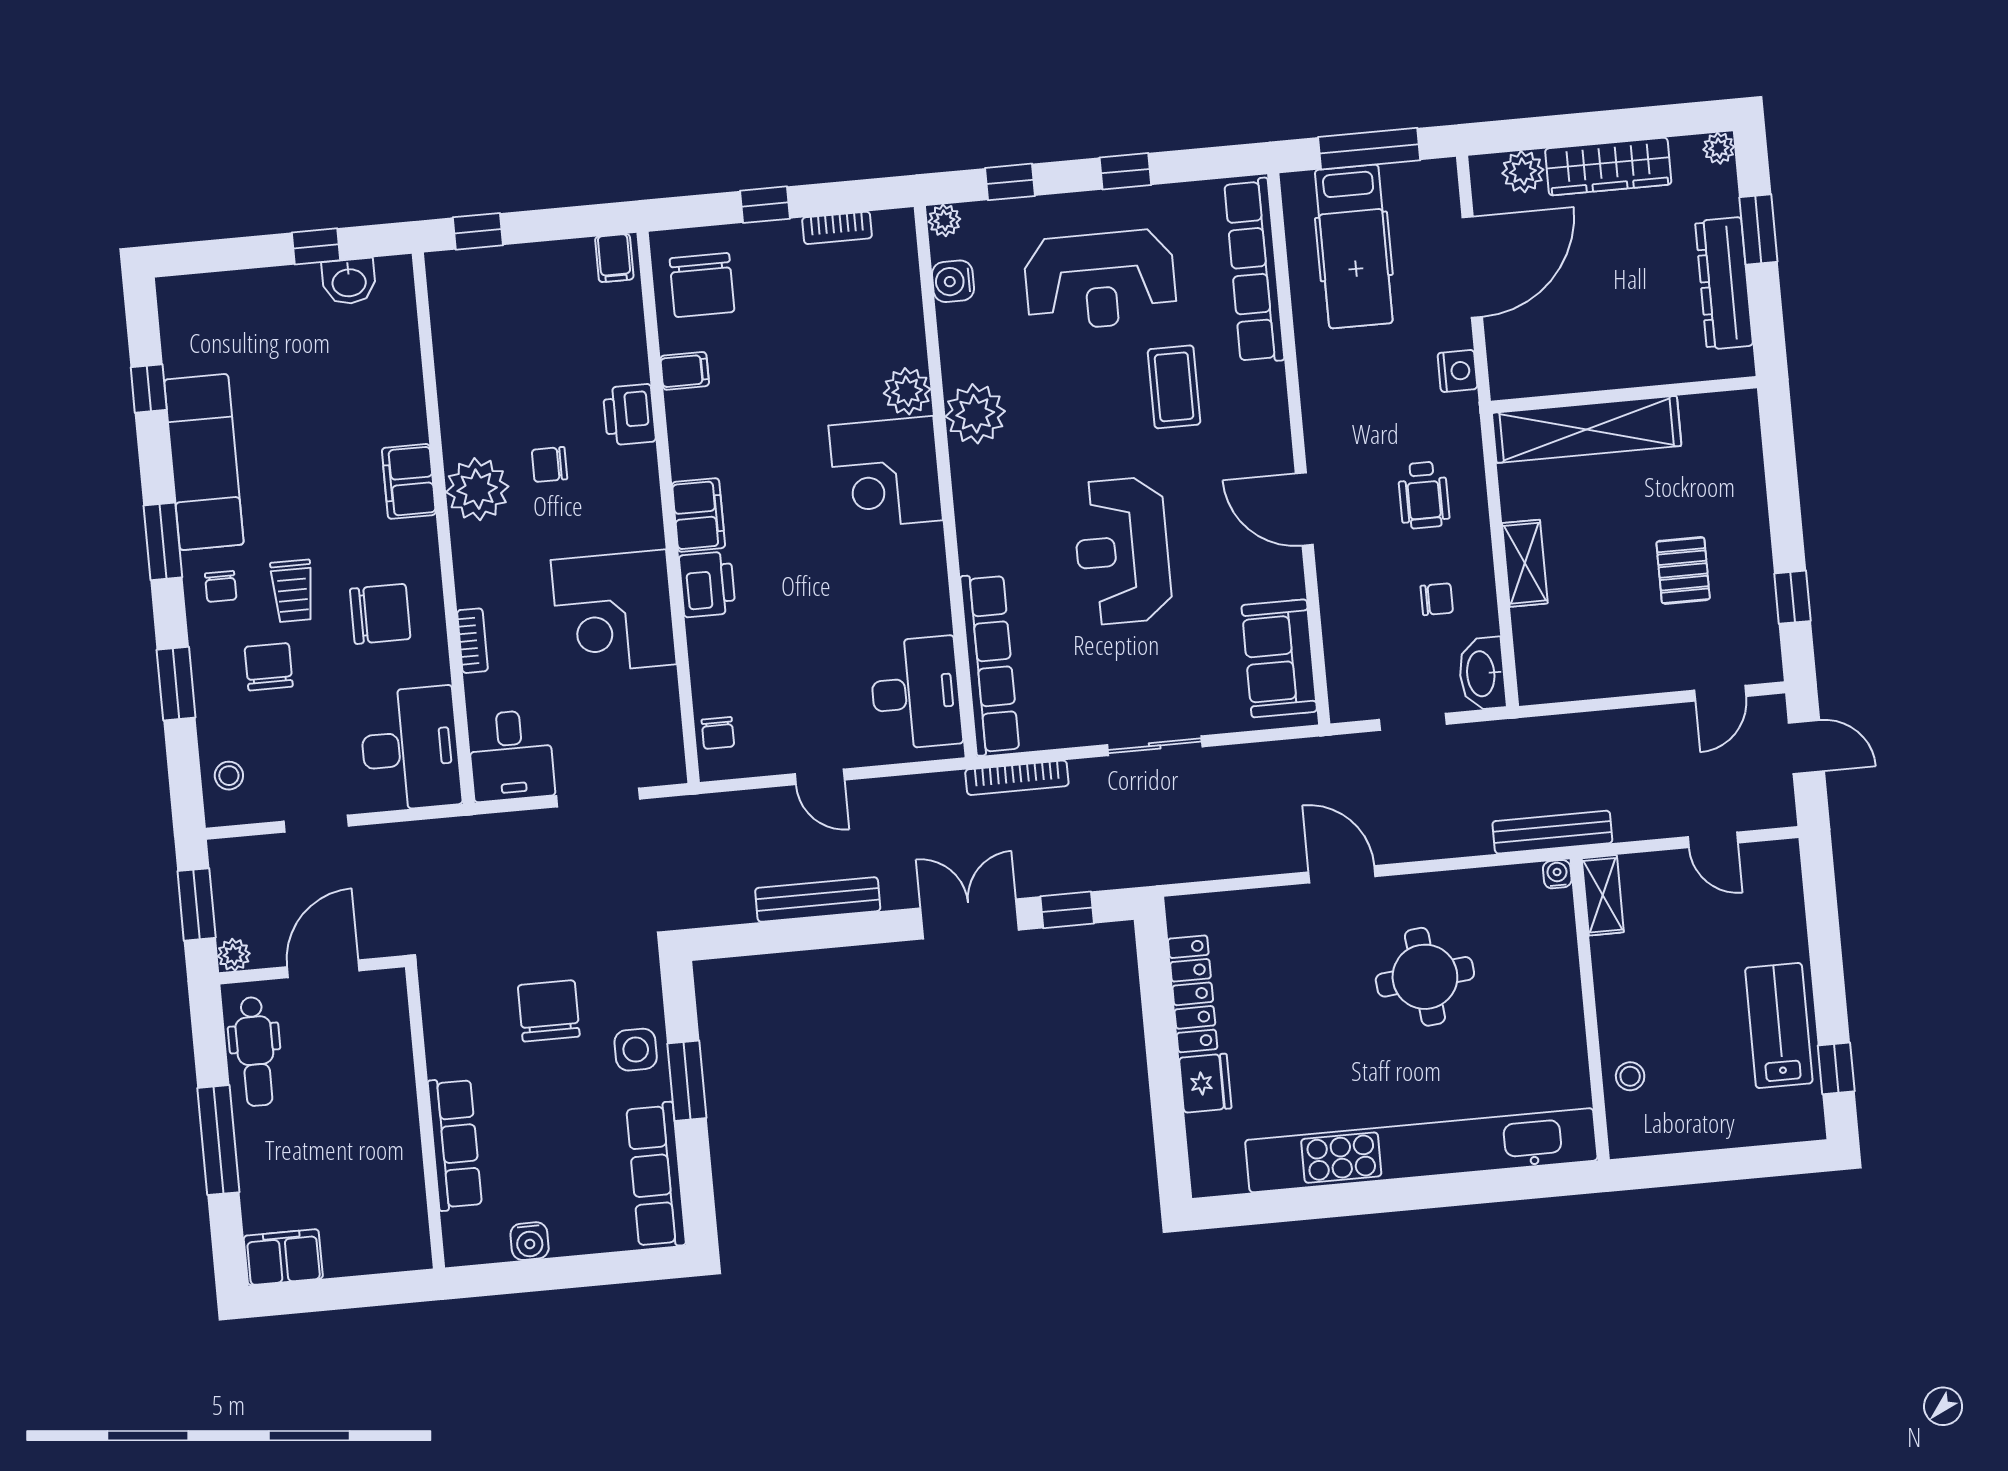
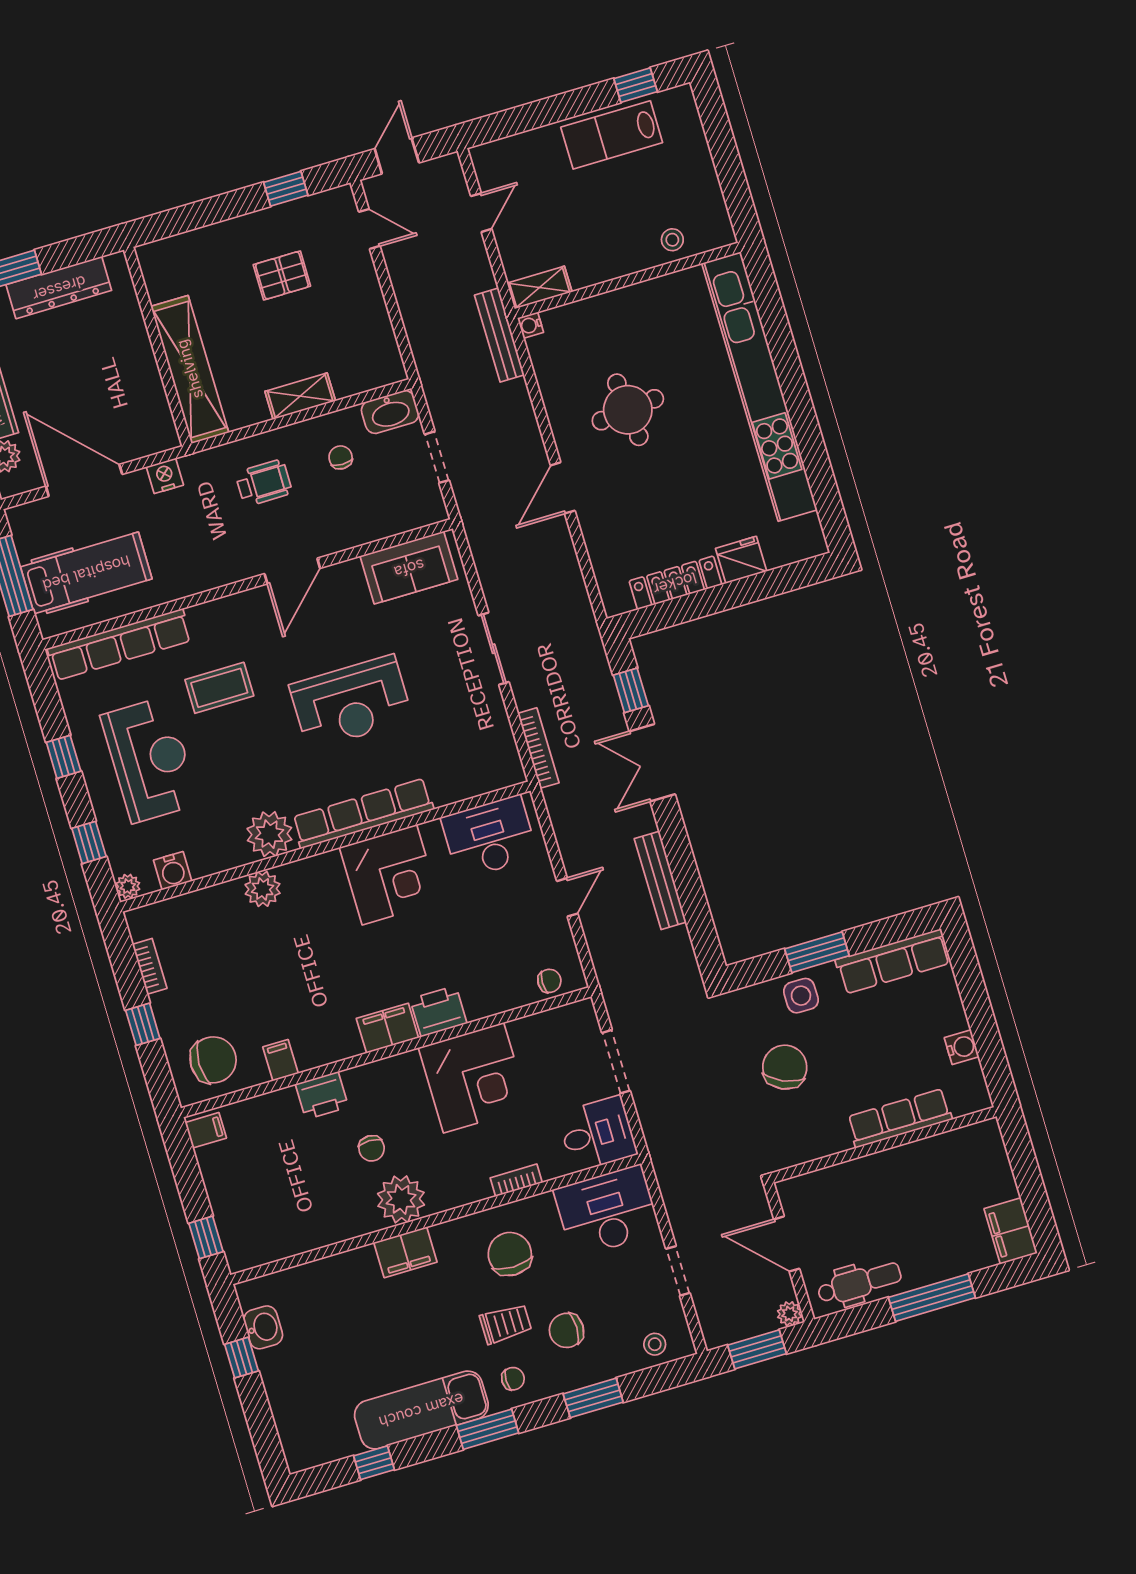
corner desk: (886, 473) -> (389, 875), moved
row of seats: (990, 664) -> (363, 813), moved
chair: (549, 1011) -> (785, 1067), turned 114

